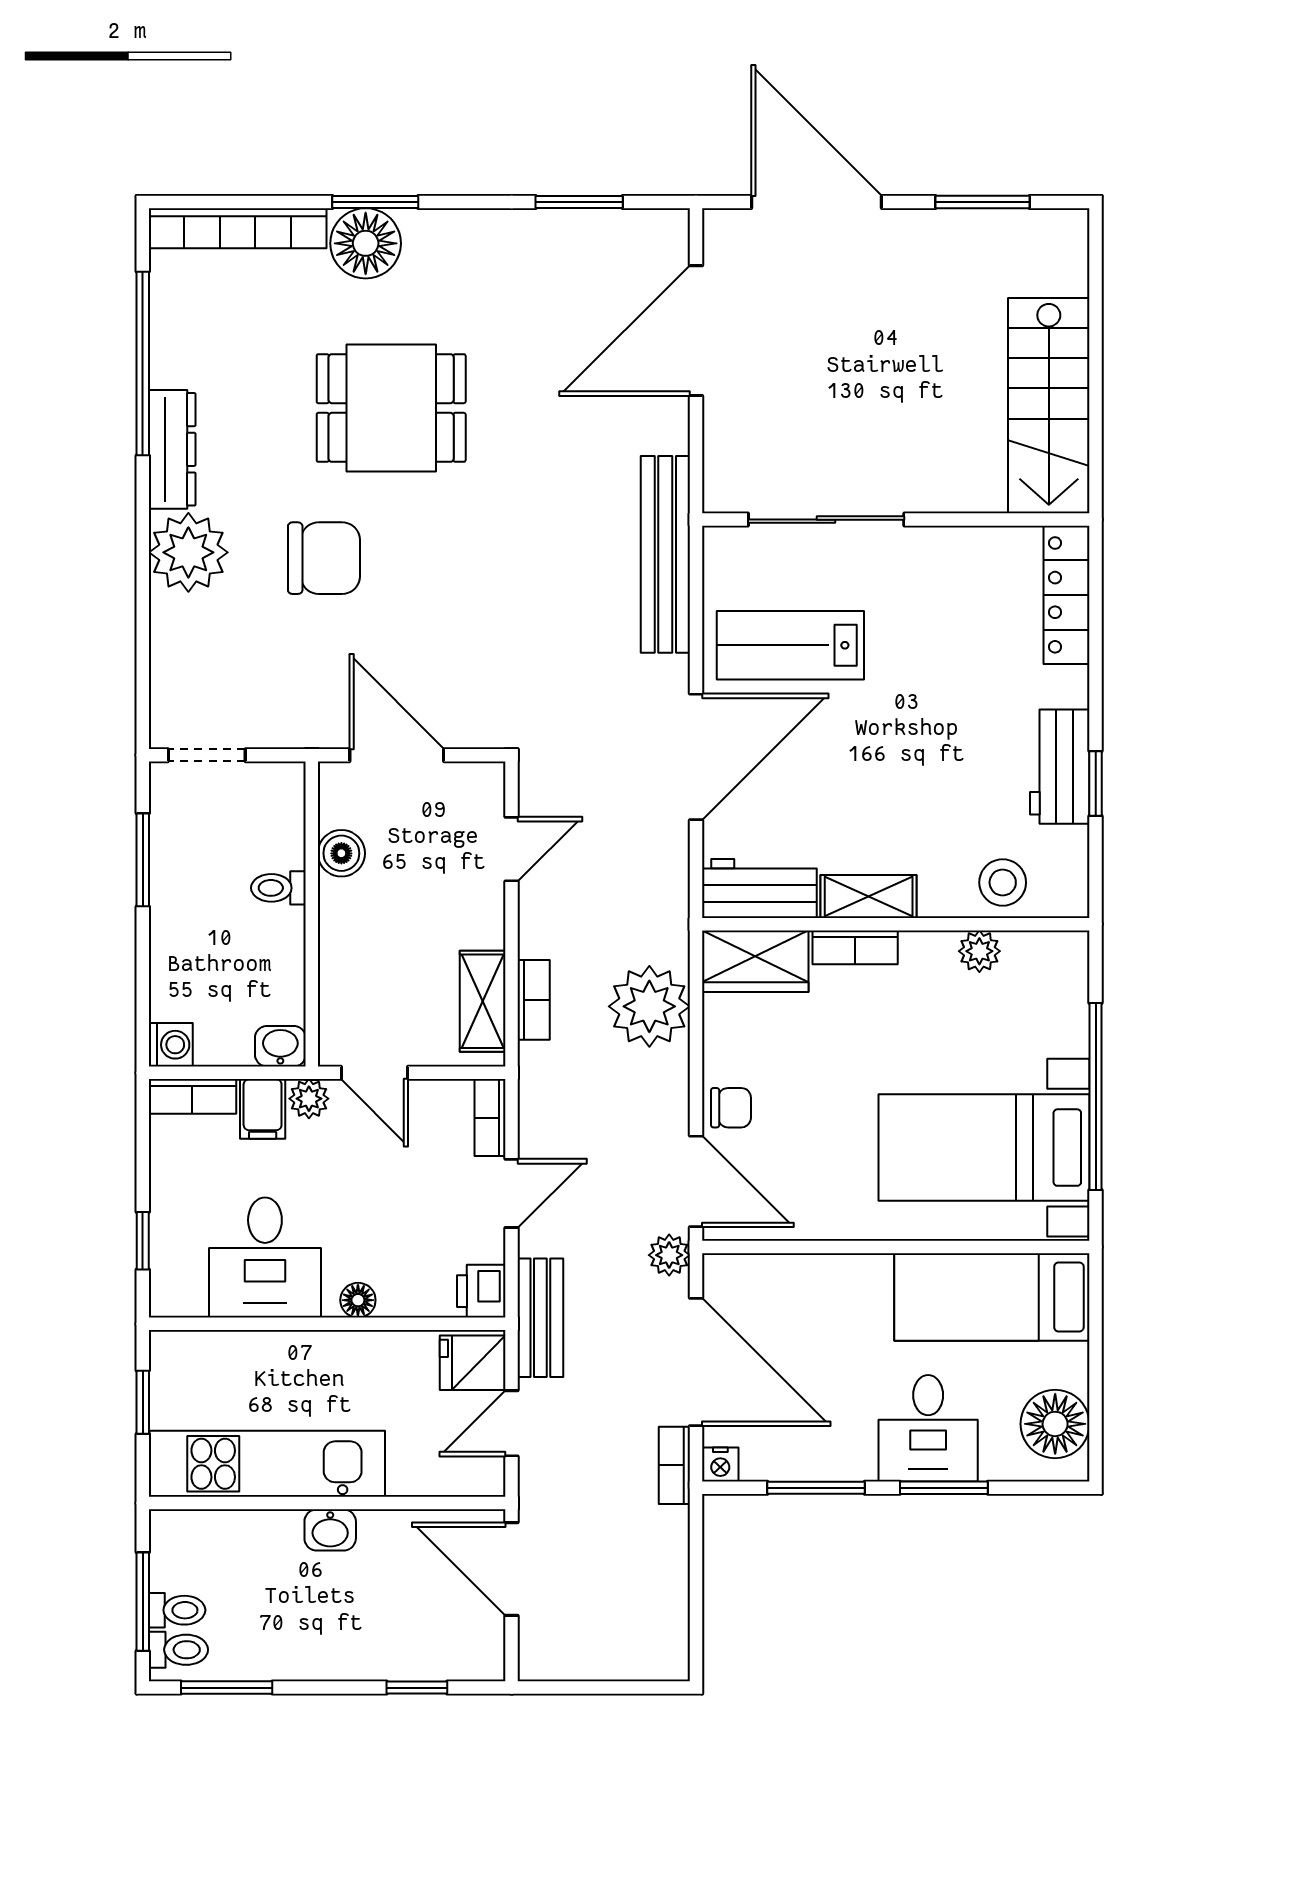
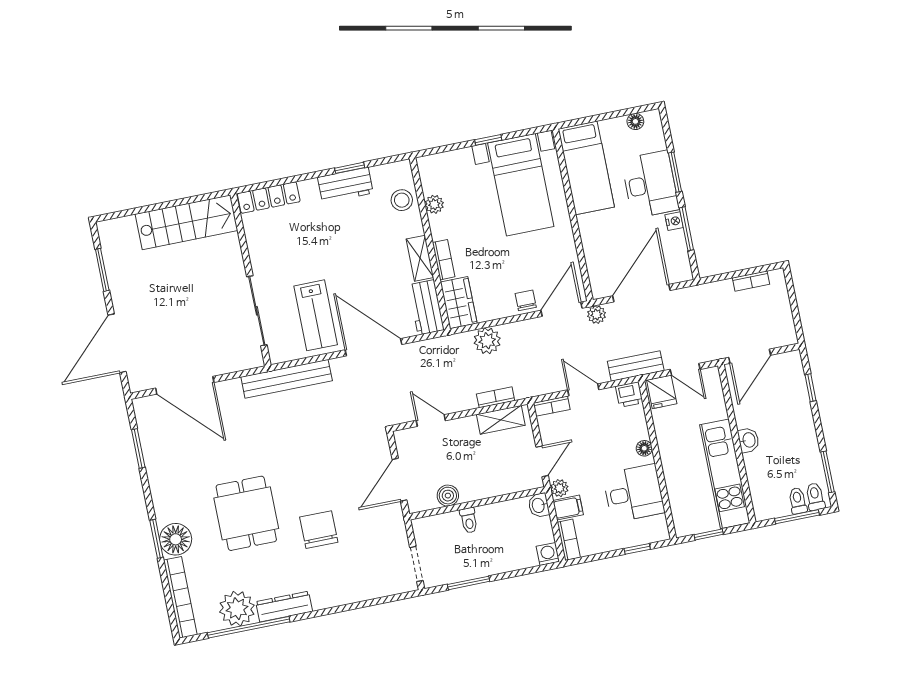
plant: (188, 552) -> (237, 609), moved
plant: (649, 1006) -> (487, 341), width x0.73, depth x0.73
window: (1096, 1097) -> (488, 140), width x0.32
floor lamp: (1055, 1424) -> (635, 121), width x0.53, depth x0.53
desk: (928, 1428) -> (650, 184), width x1.37
nightstand: (720, 1464) -> (674, 221), moved
bookcase: (674, 1465) -> (751, 281), moved

